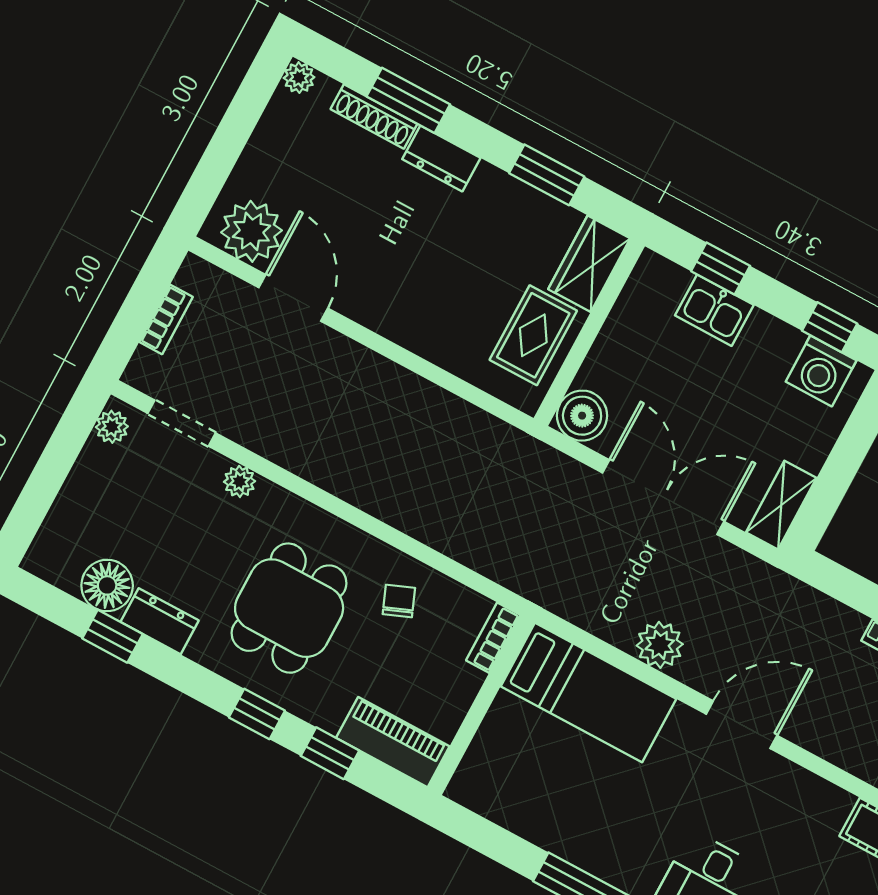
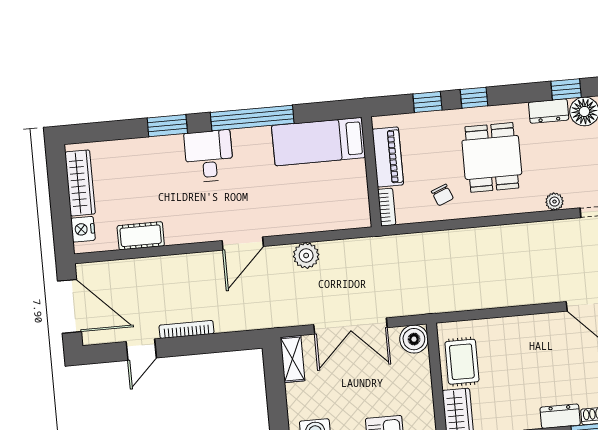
bed: (588, 693) -> (318, 142), moved
piano: (393, 742) -> (388, 157), moved, turned -90

